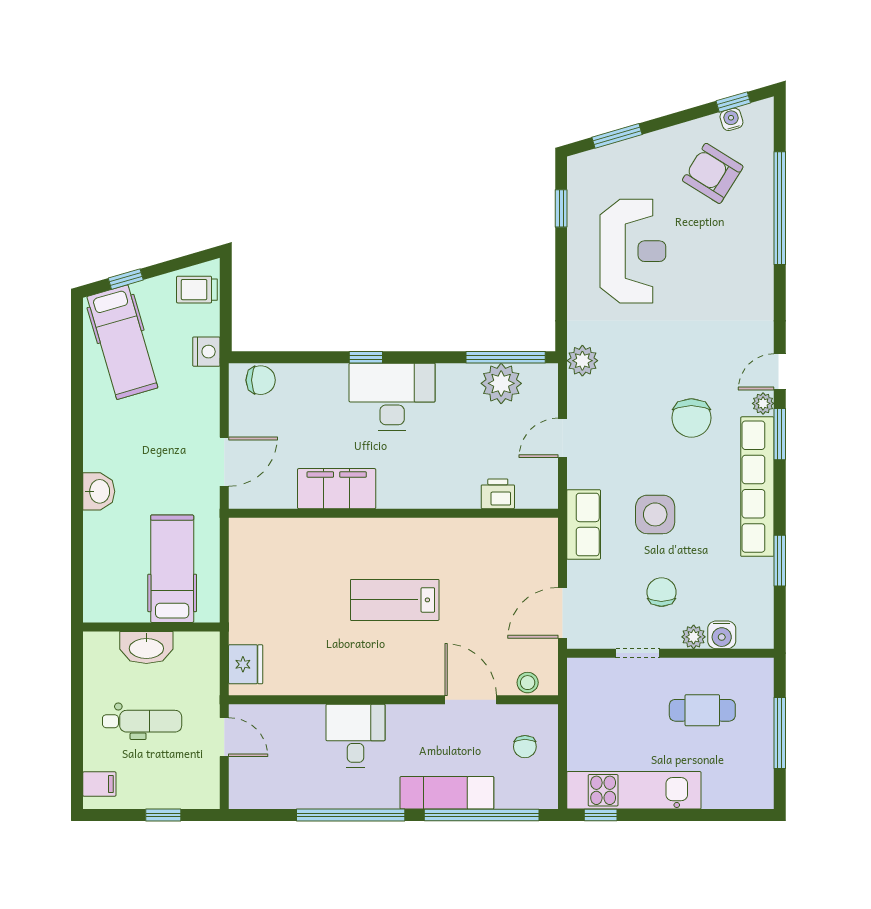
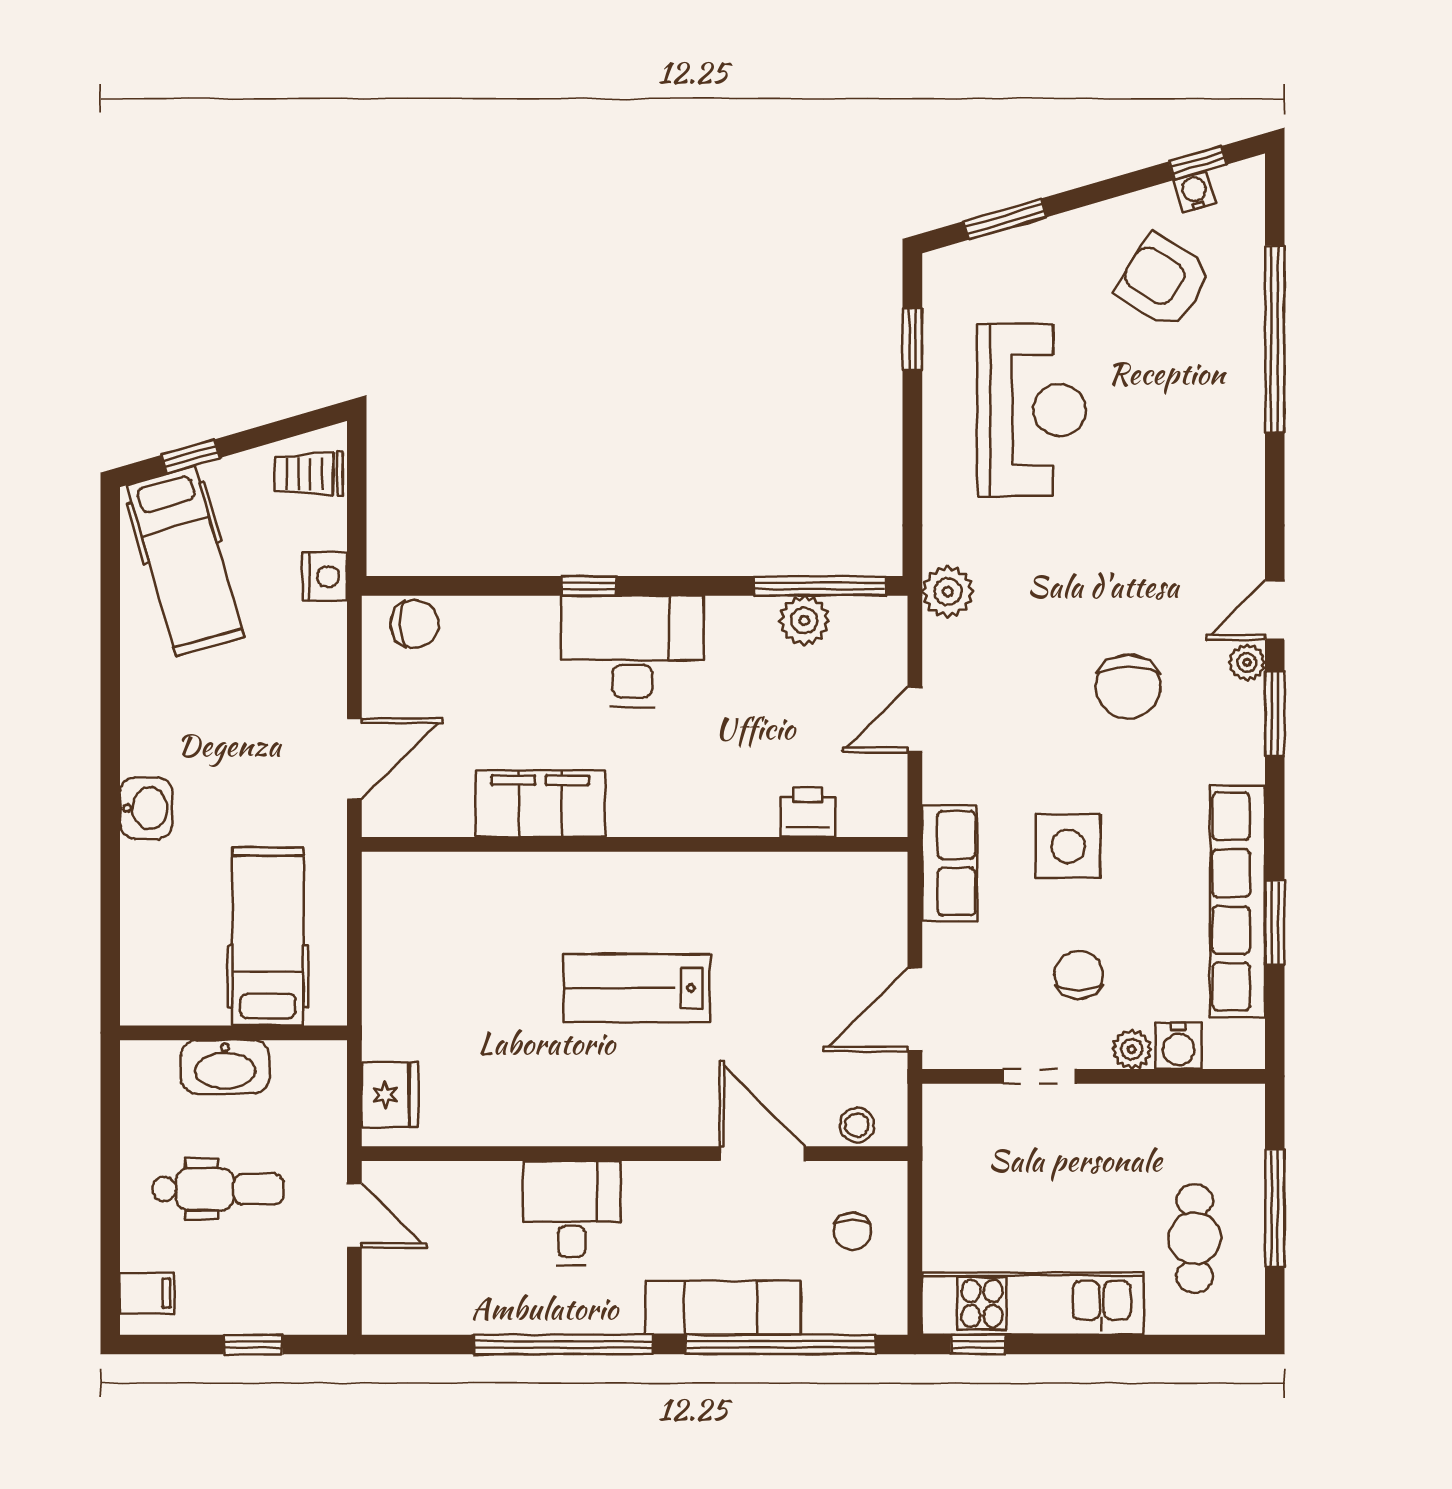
plant: (501, 383) -> (804, 620), width x0.73, depth x0.73
row of seats: (757, 487) -> (1238, 902), moved
cafe table: (702, 710) -> (1195, 1238), moved, turned 90

